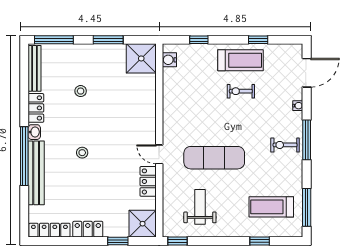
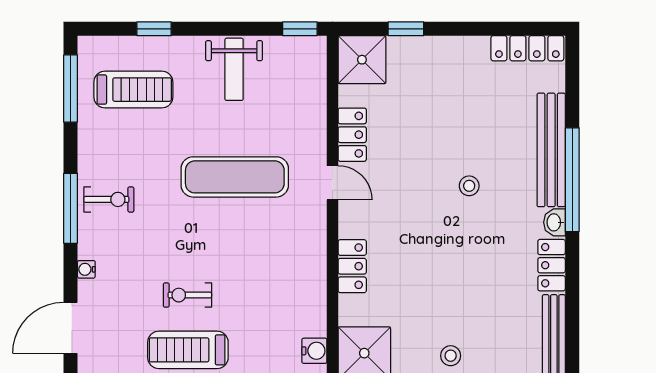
stool: (81, 91) -> (451, 356), moved
exercise bike: (241, 91) -> (187, 295), turned 180
weight bench: (200, 207) -> (234, 69), moved
locker: (88, 229) -> (352, 266), moved, turned -90

